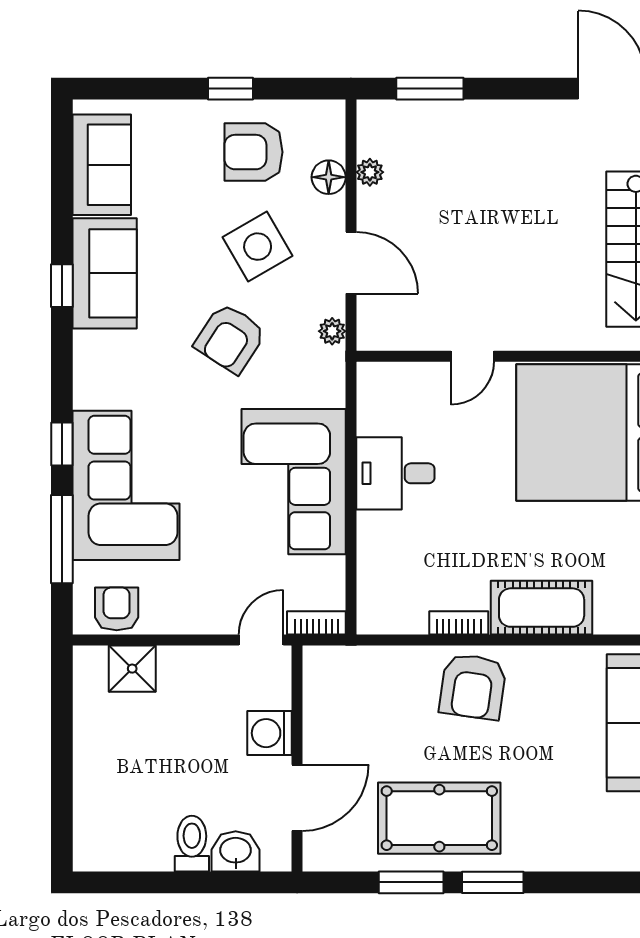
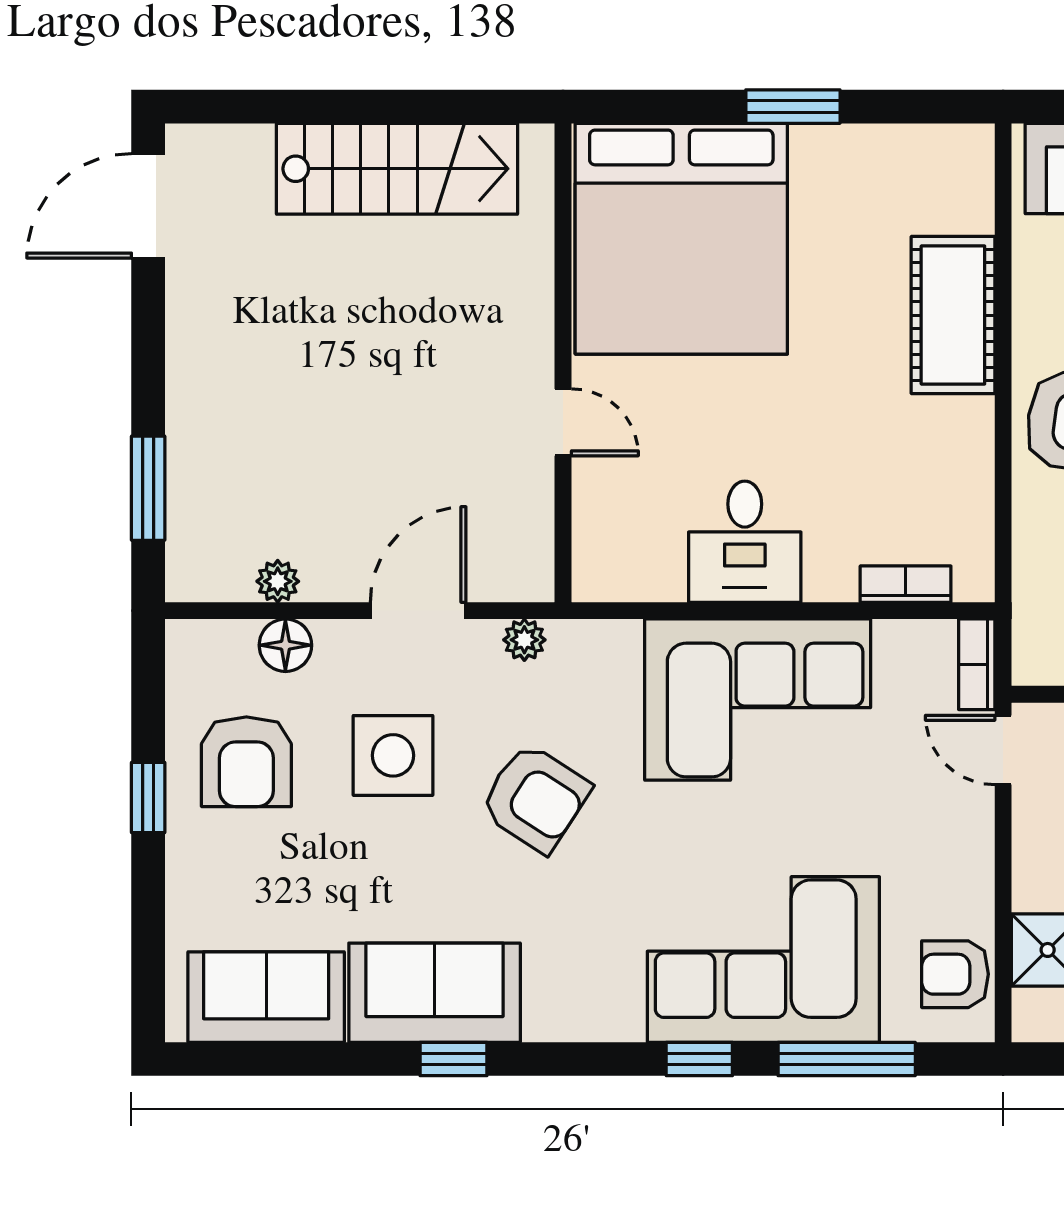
side table: (258, 247) -> (393, 755), turned 30
bookcase: (459, 623) -> (906, 584), moved, turned 90

